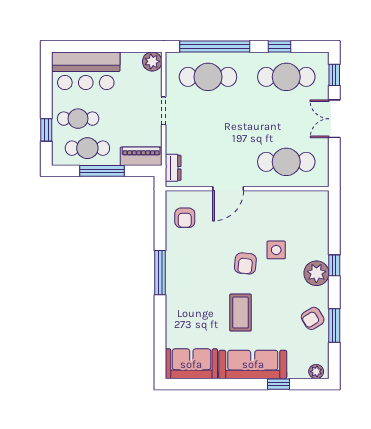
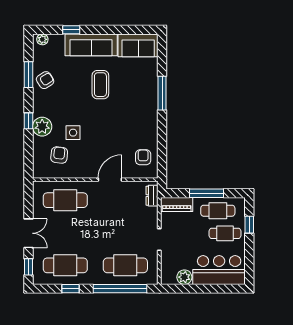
plant: (152, 61) -> (184, 277), moved
armchair: (245, 263) -> (59, 155), moved
window: (160, 273) -> (162, 93), moved
plant: (316, 273) -> (42, 127), moved

